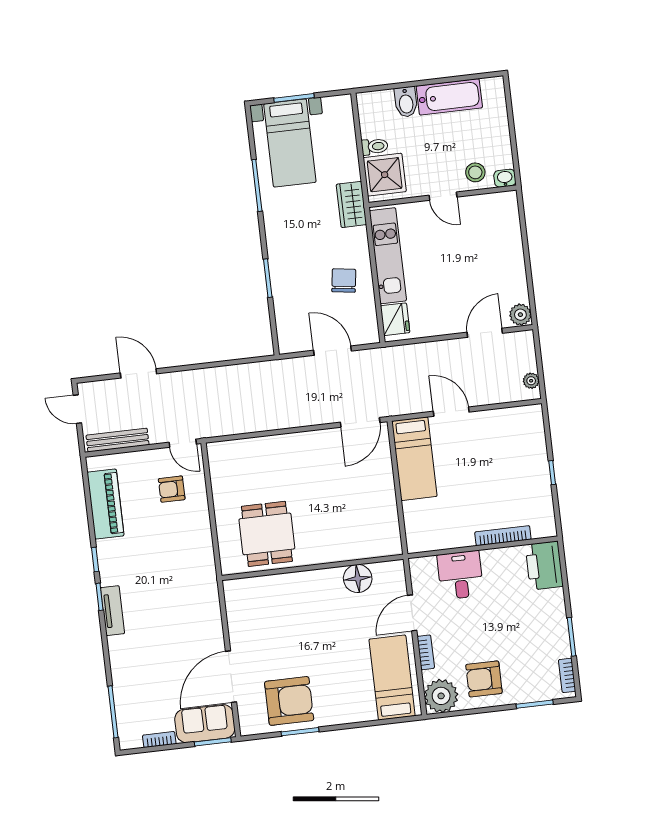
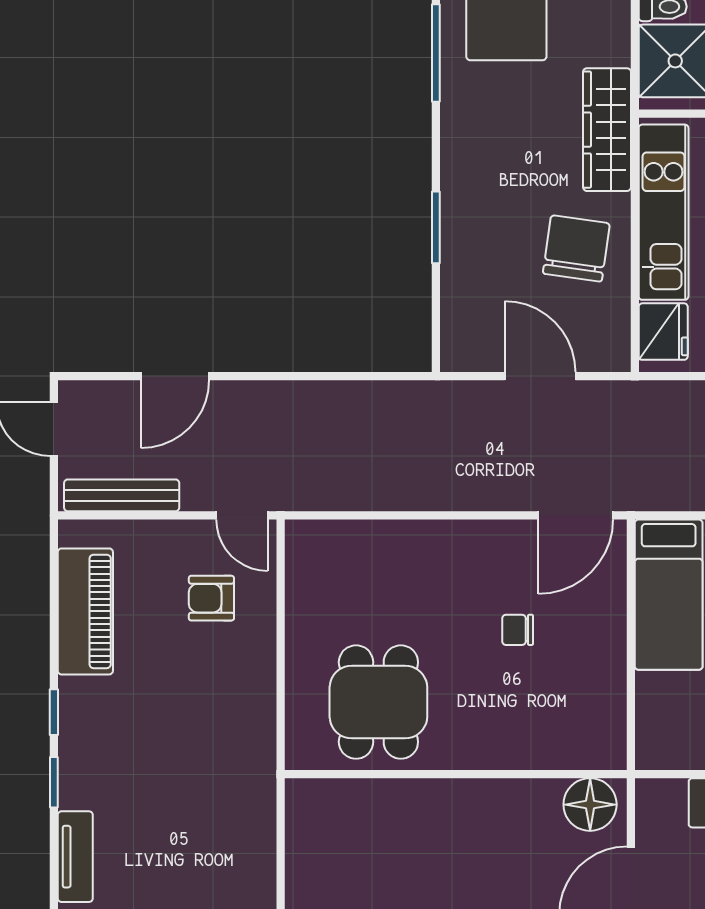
wardrobe: (351, 204) -> (607, 130), width x1.50
chair: (344, 280) -> (576, 248), width x1.37, depth x1.37
door: (138, 373) -> (175, 376), swing flipped
chair: (336, 487) -> (518, 630), added
floor lamp: (358, 578) -> (590, 805), moved
tv unit: (113, 611) -> (75, 857), moved

